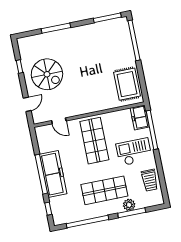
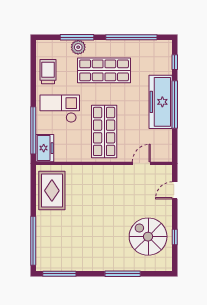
spiral stairs: (47, 74) -> (148, 237), moved
door: (59, 121) -> (141, 163), hinge flipped
checkout: (134, 152) -> (60, 109), turned 180

